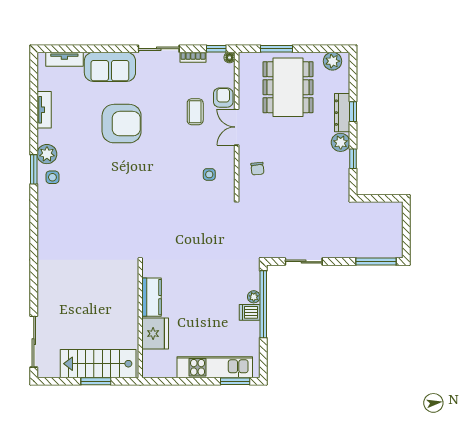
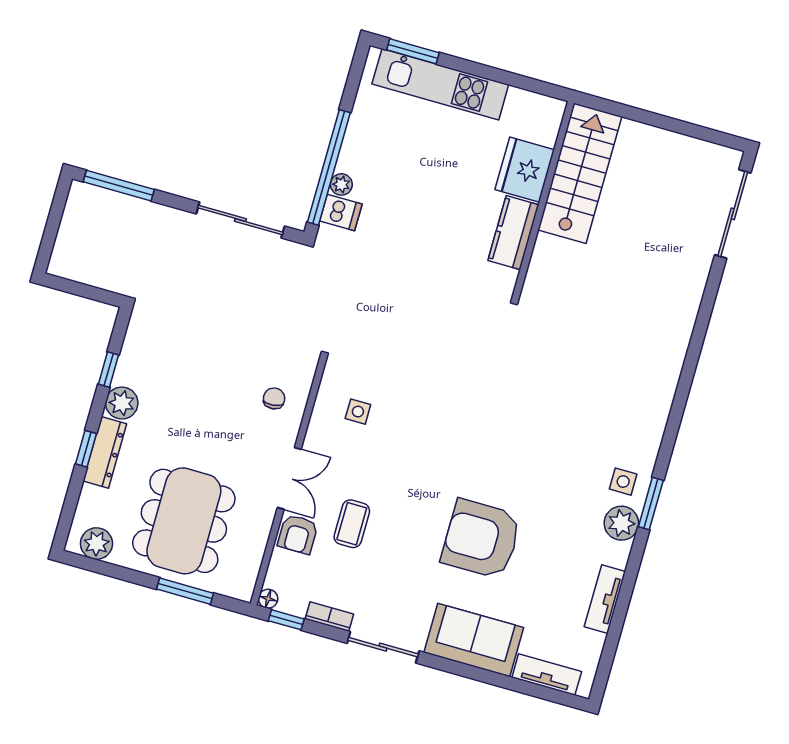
sliding door: (304, 262) -> (240, 220), width x1.37
dishwasher: (250, 312) -> (341, 213), moved
stairs: (98, 364) -> (580, 173), moved, turned -90
window: (96, 381) -> (647, 118), removed

